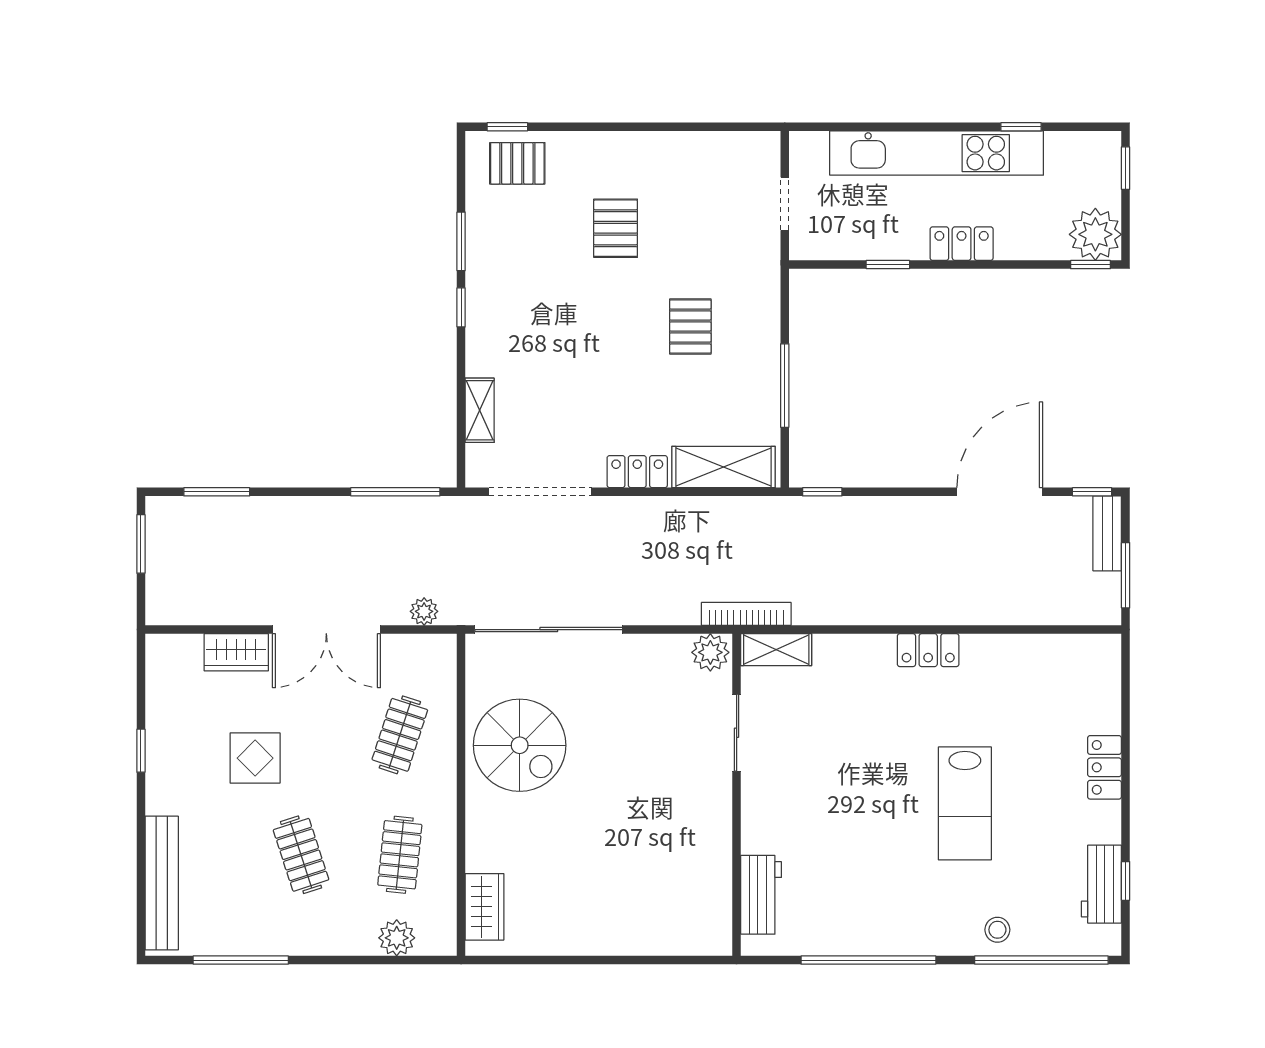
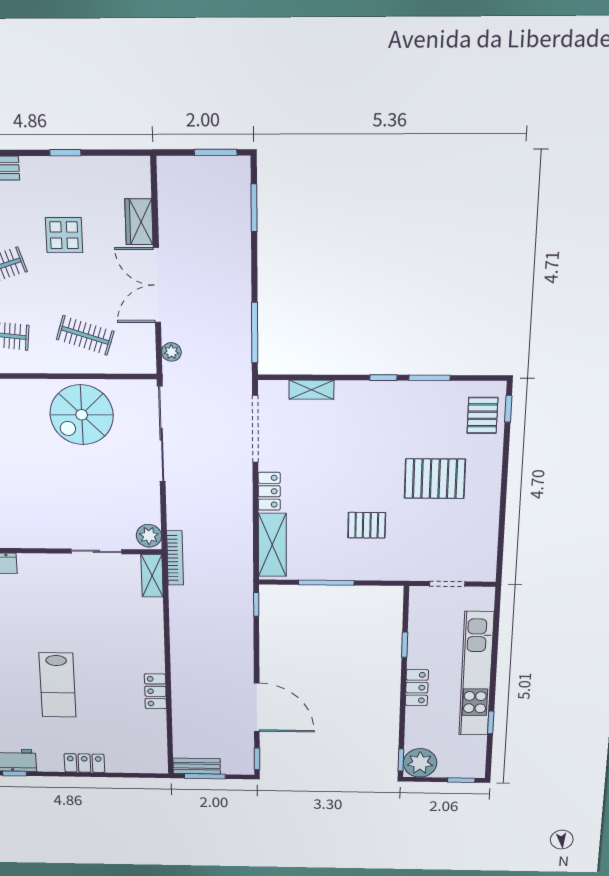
pallet: (616, 228) -> (435, 479), width x1.50, depth x1.42
bench: (1107, 533) -> (197, 766), moved
locker: (928, 650) -> (155, 691), moved
lab bench: (965, 803) -> (58, 685), turned -90

